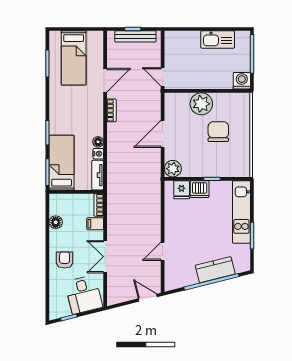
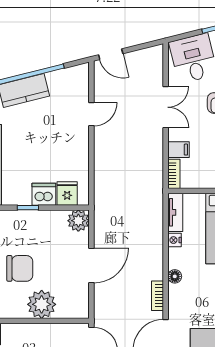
chair: (218, 132) -> (20, 268), turned -90
floor lamp: (98, 142) -> (175, 276), moved

